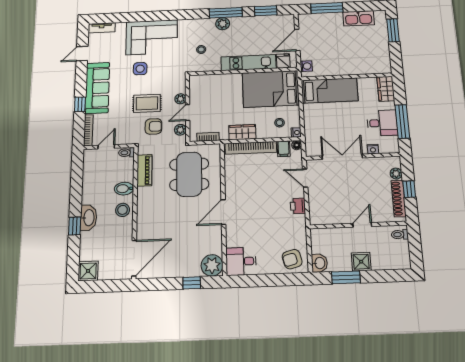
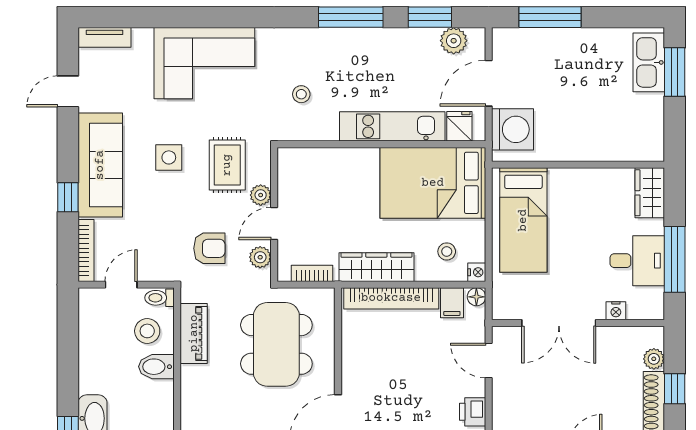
kitchen sink: (359, 18) -> (649, 62), moved, turned 90
plant: (223, 24) -> (454, 41), moved
washing machine: (306, 66) -> (513, 129), width x1.89, depth x1.89
side table: (140, 69) -> (169, 157), moved
bed: (330, 90) -> (523, 220), moved, turned 90
rug: (147, 103) -> (227, 165), moved, turned 90
wardrobe: (242, 132) -> (376, 267), width x1.50
double door: (342, 157) -> (559, 323), swing flipped
stool: (123, 210) -> (147, 331), moved

